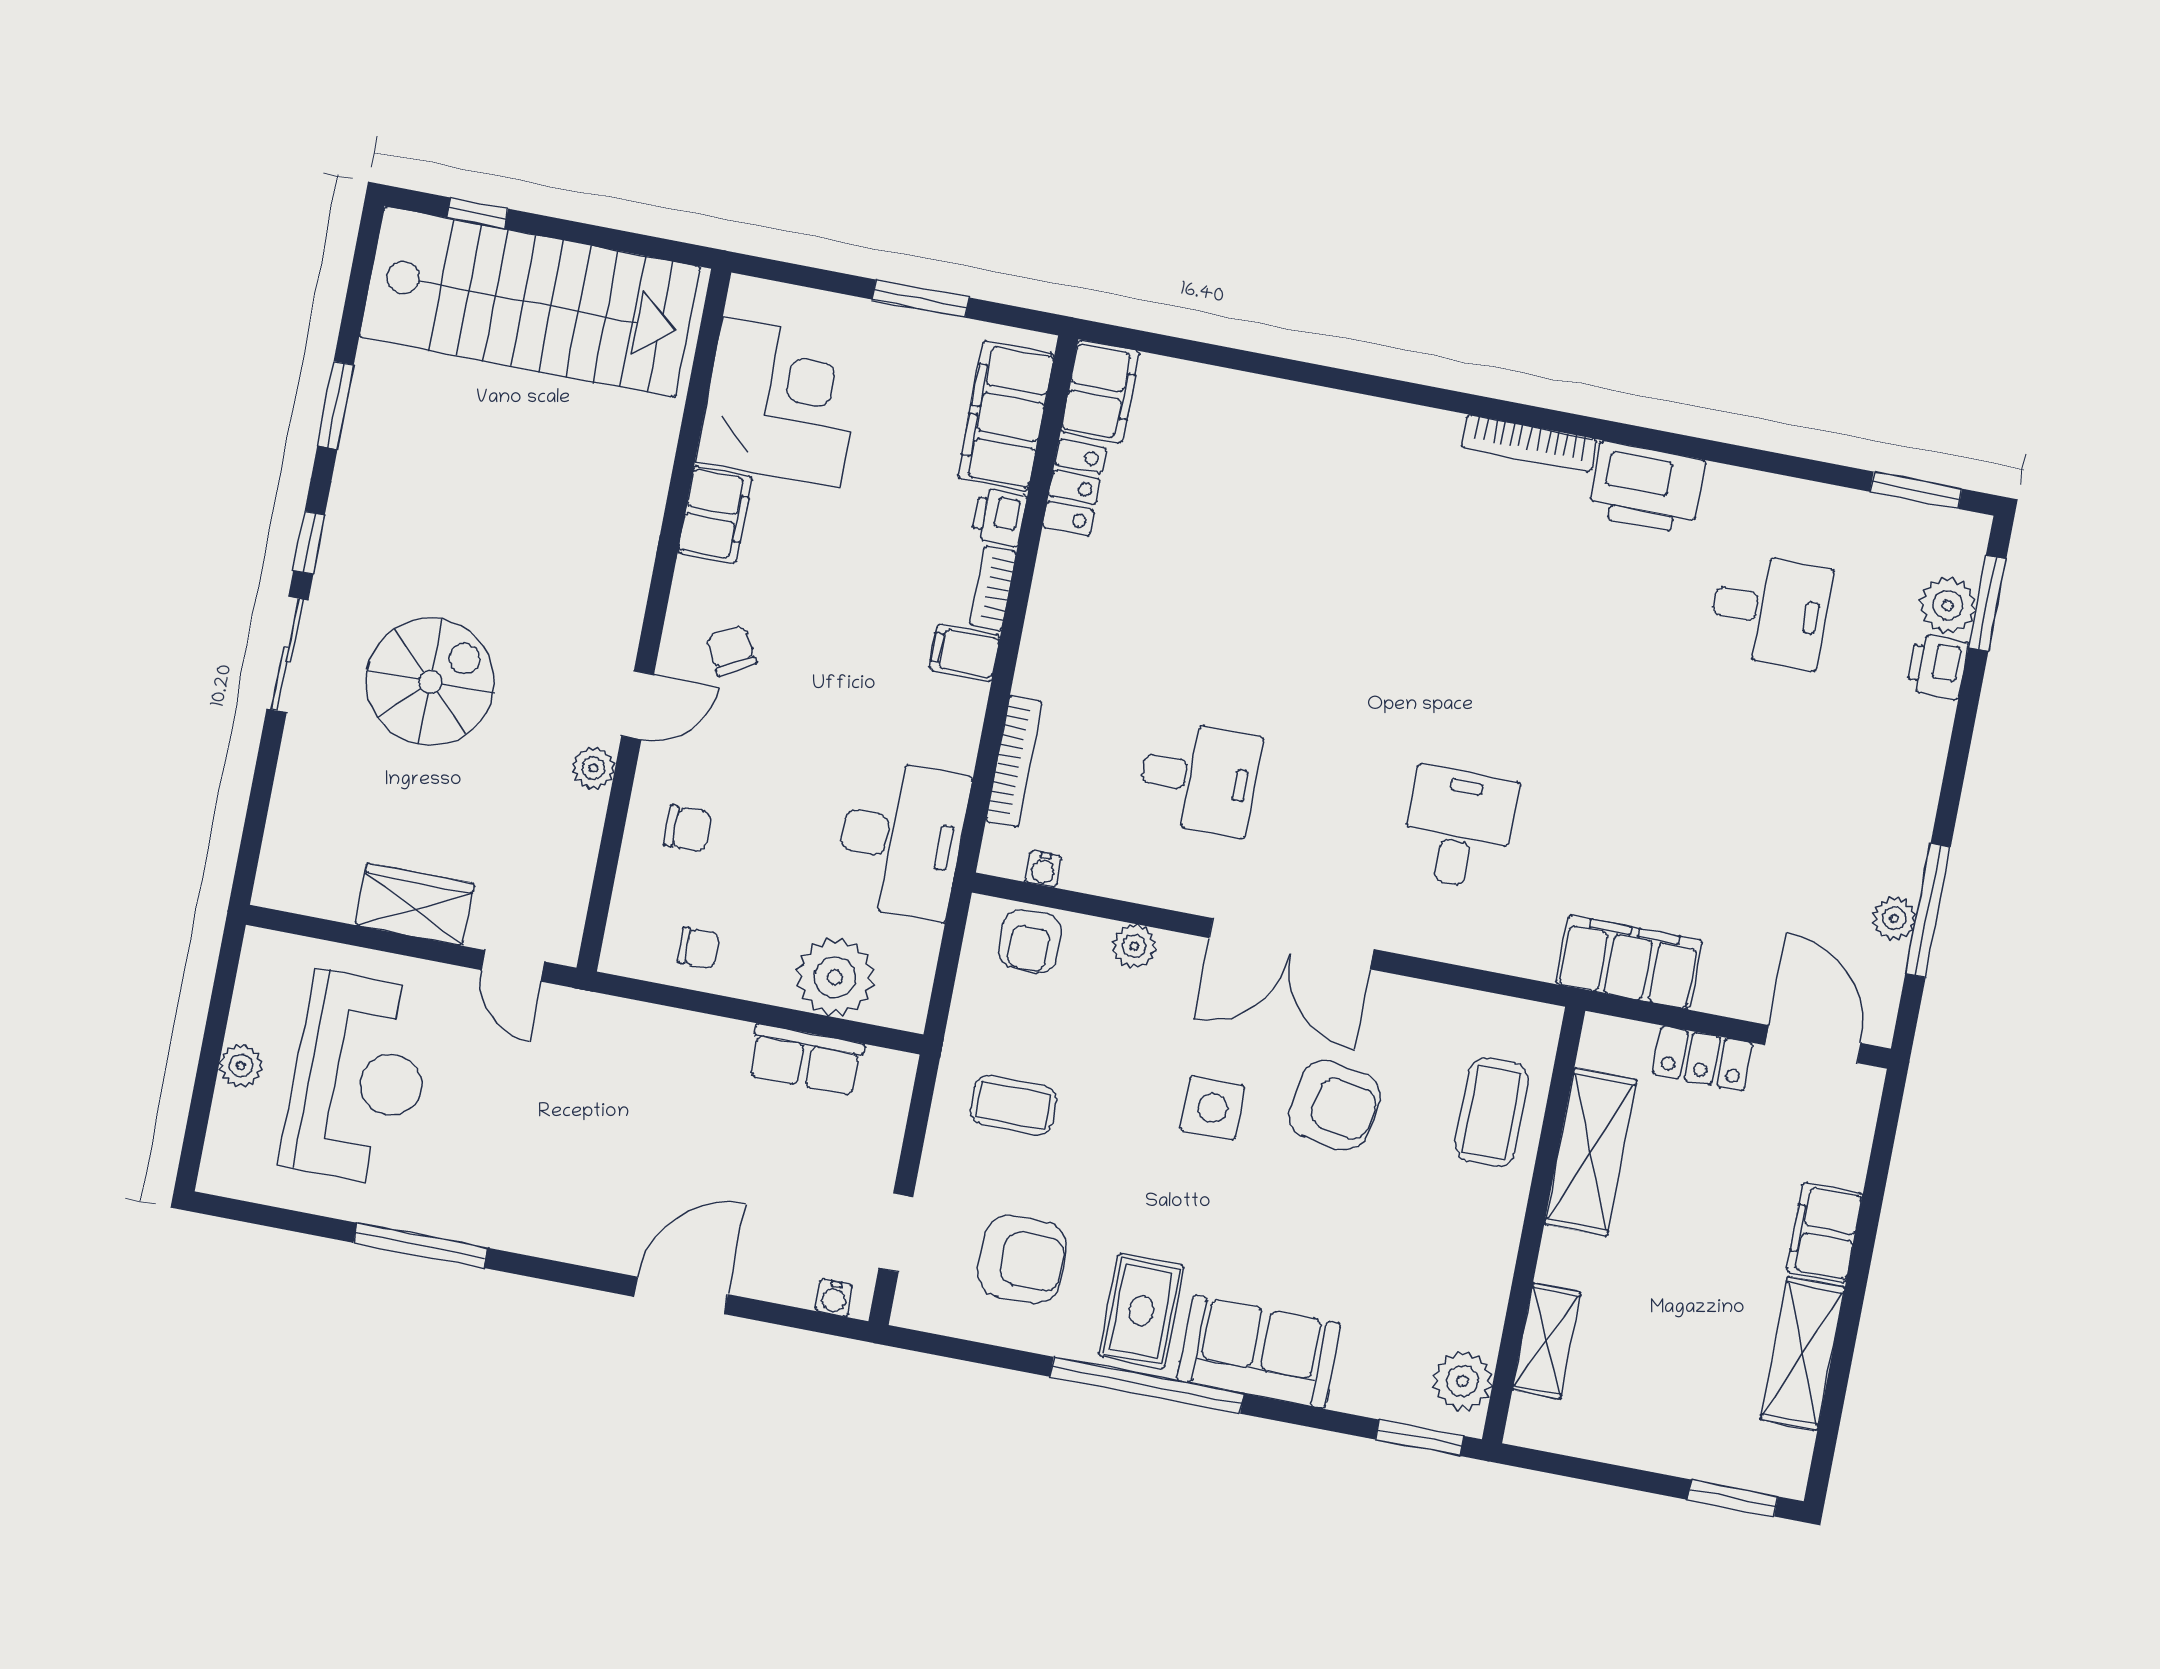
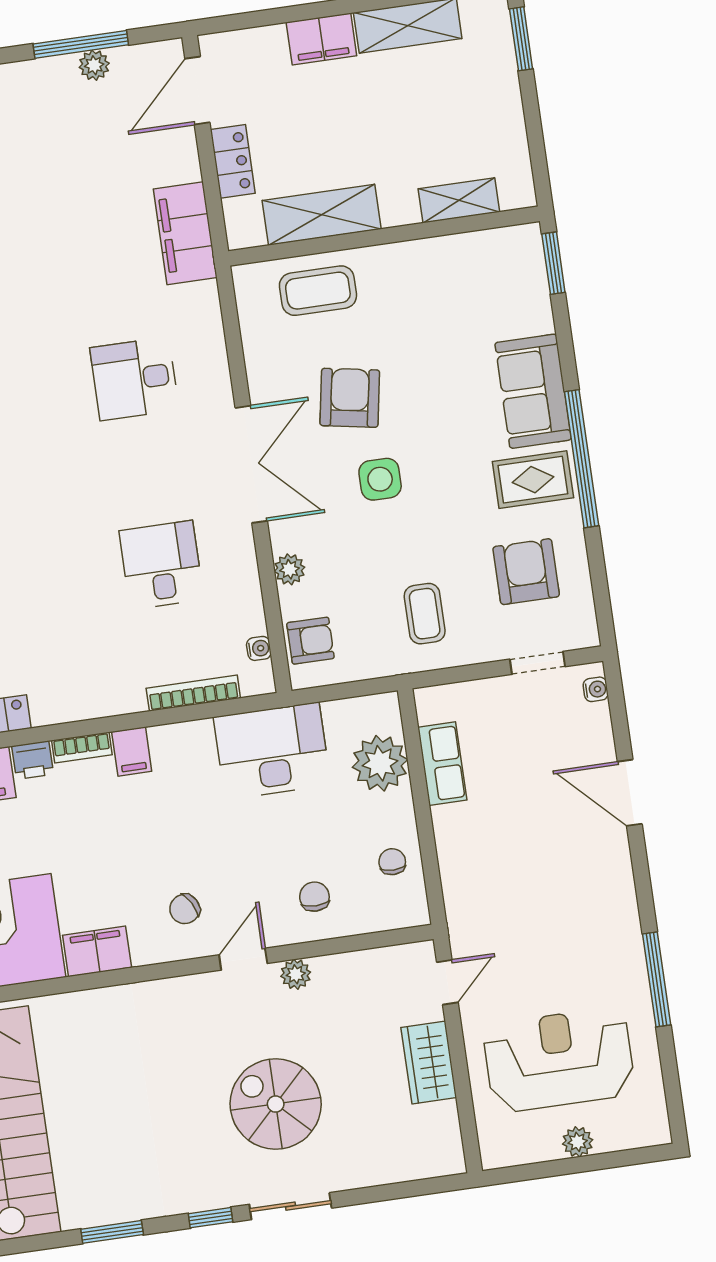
door: (638, 705) -> (243, 959), hinge flipped
plant: (1463, 1381) -> (505, 248), removed

